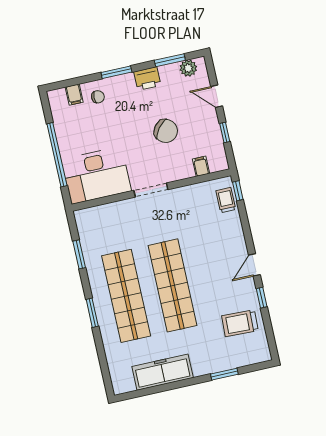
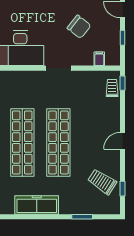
window: (262, 298) -> (122, 189), moved
trolley: (240, 323) -> (102, 182), turned 31

